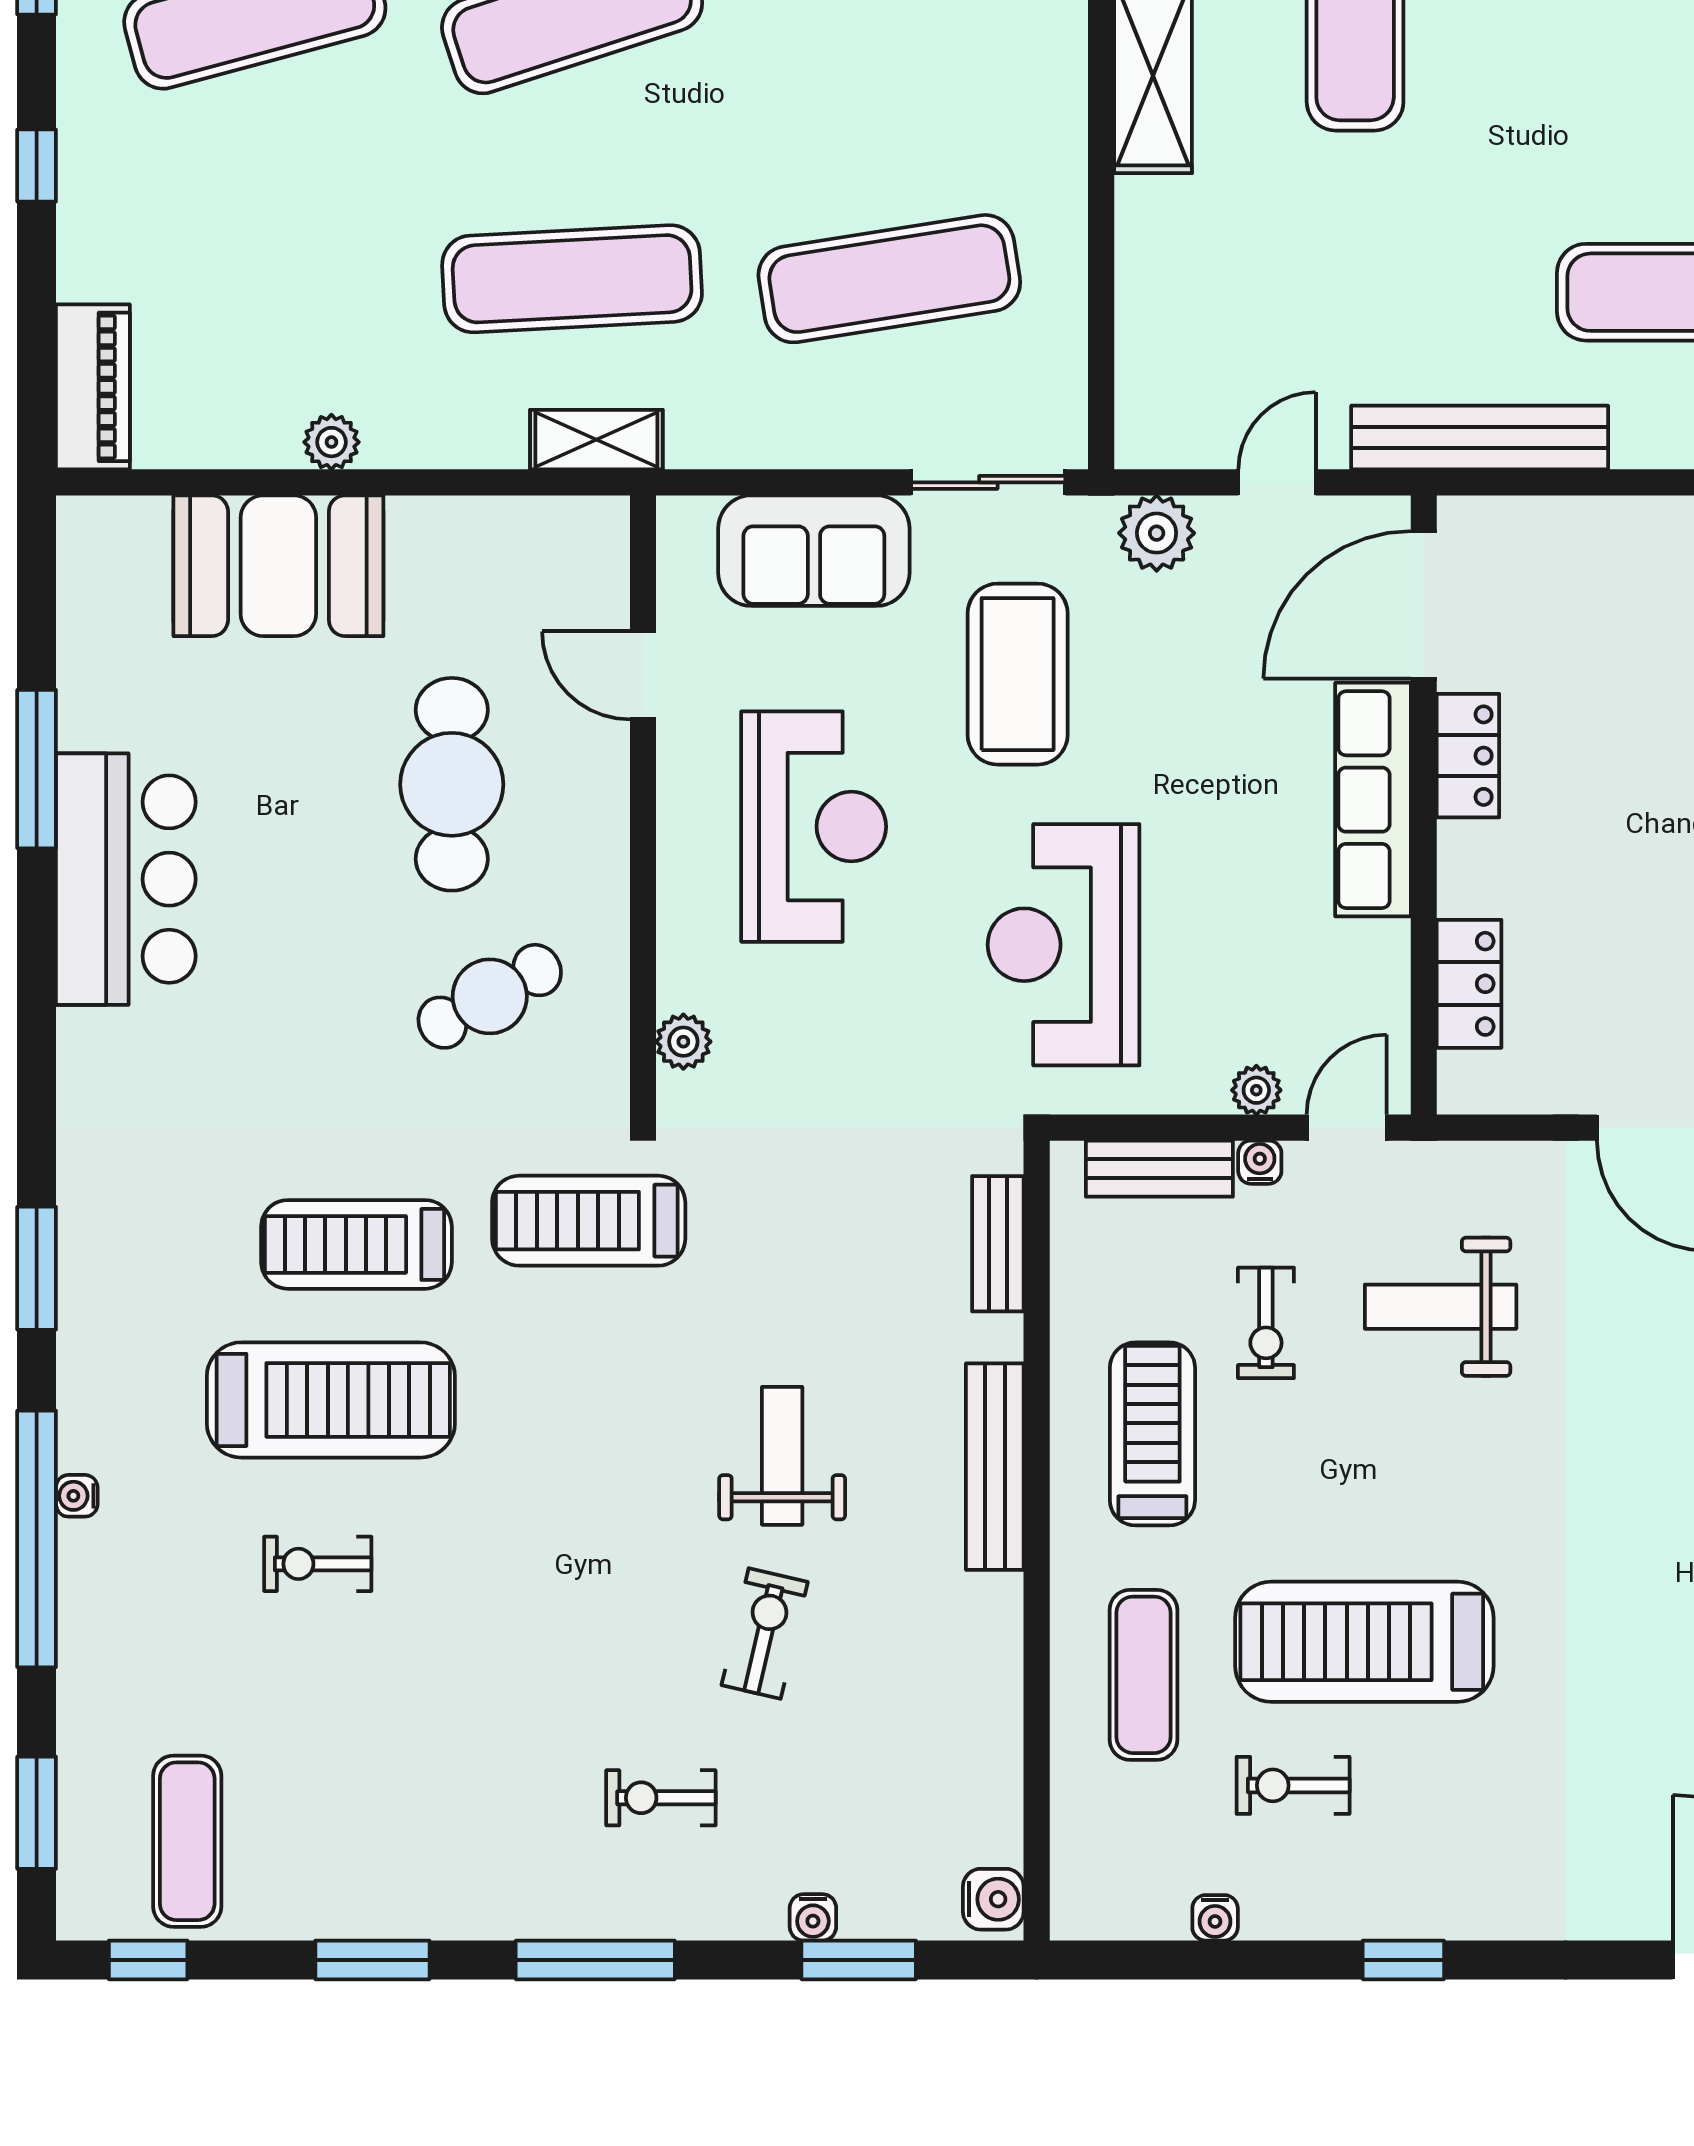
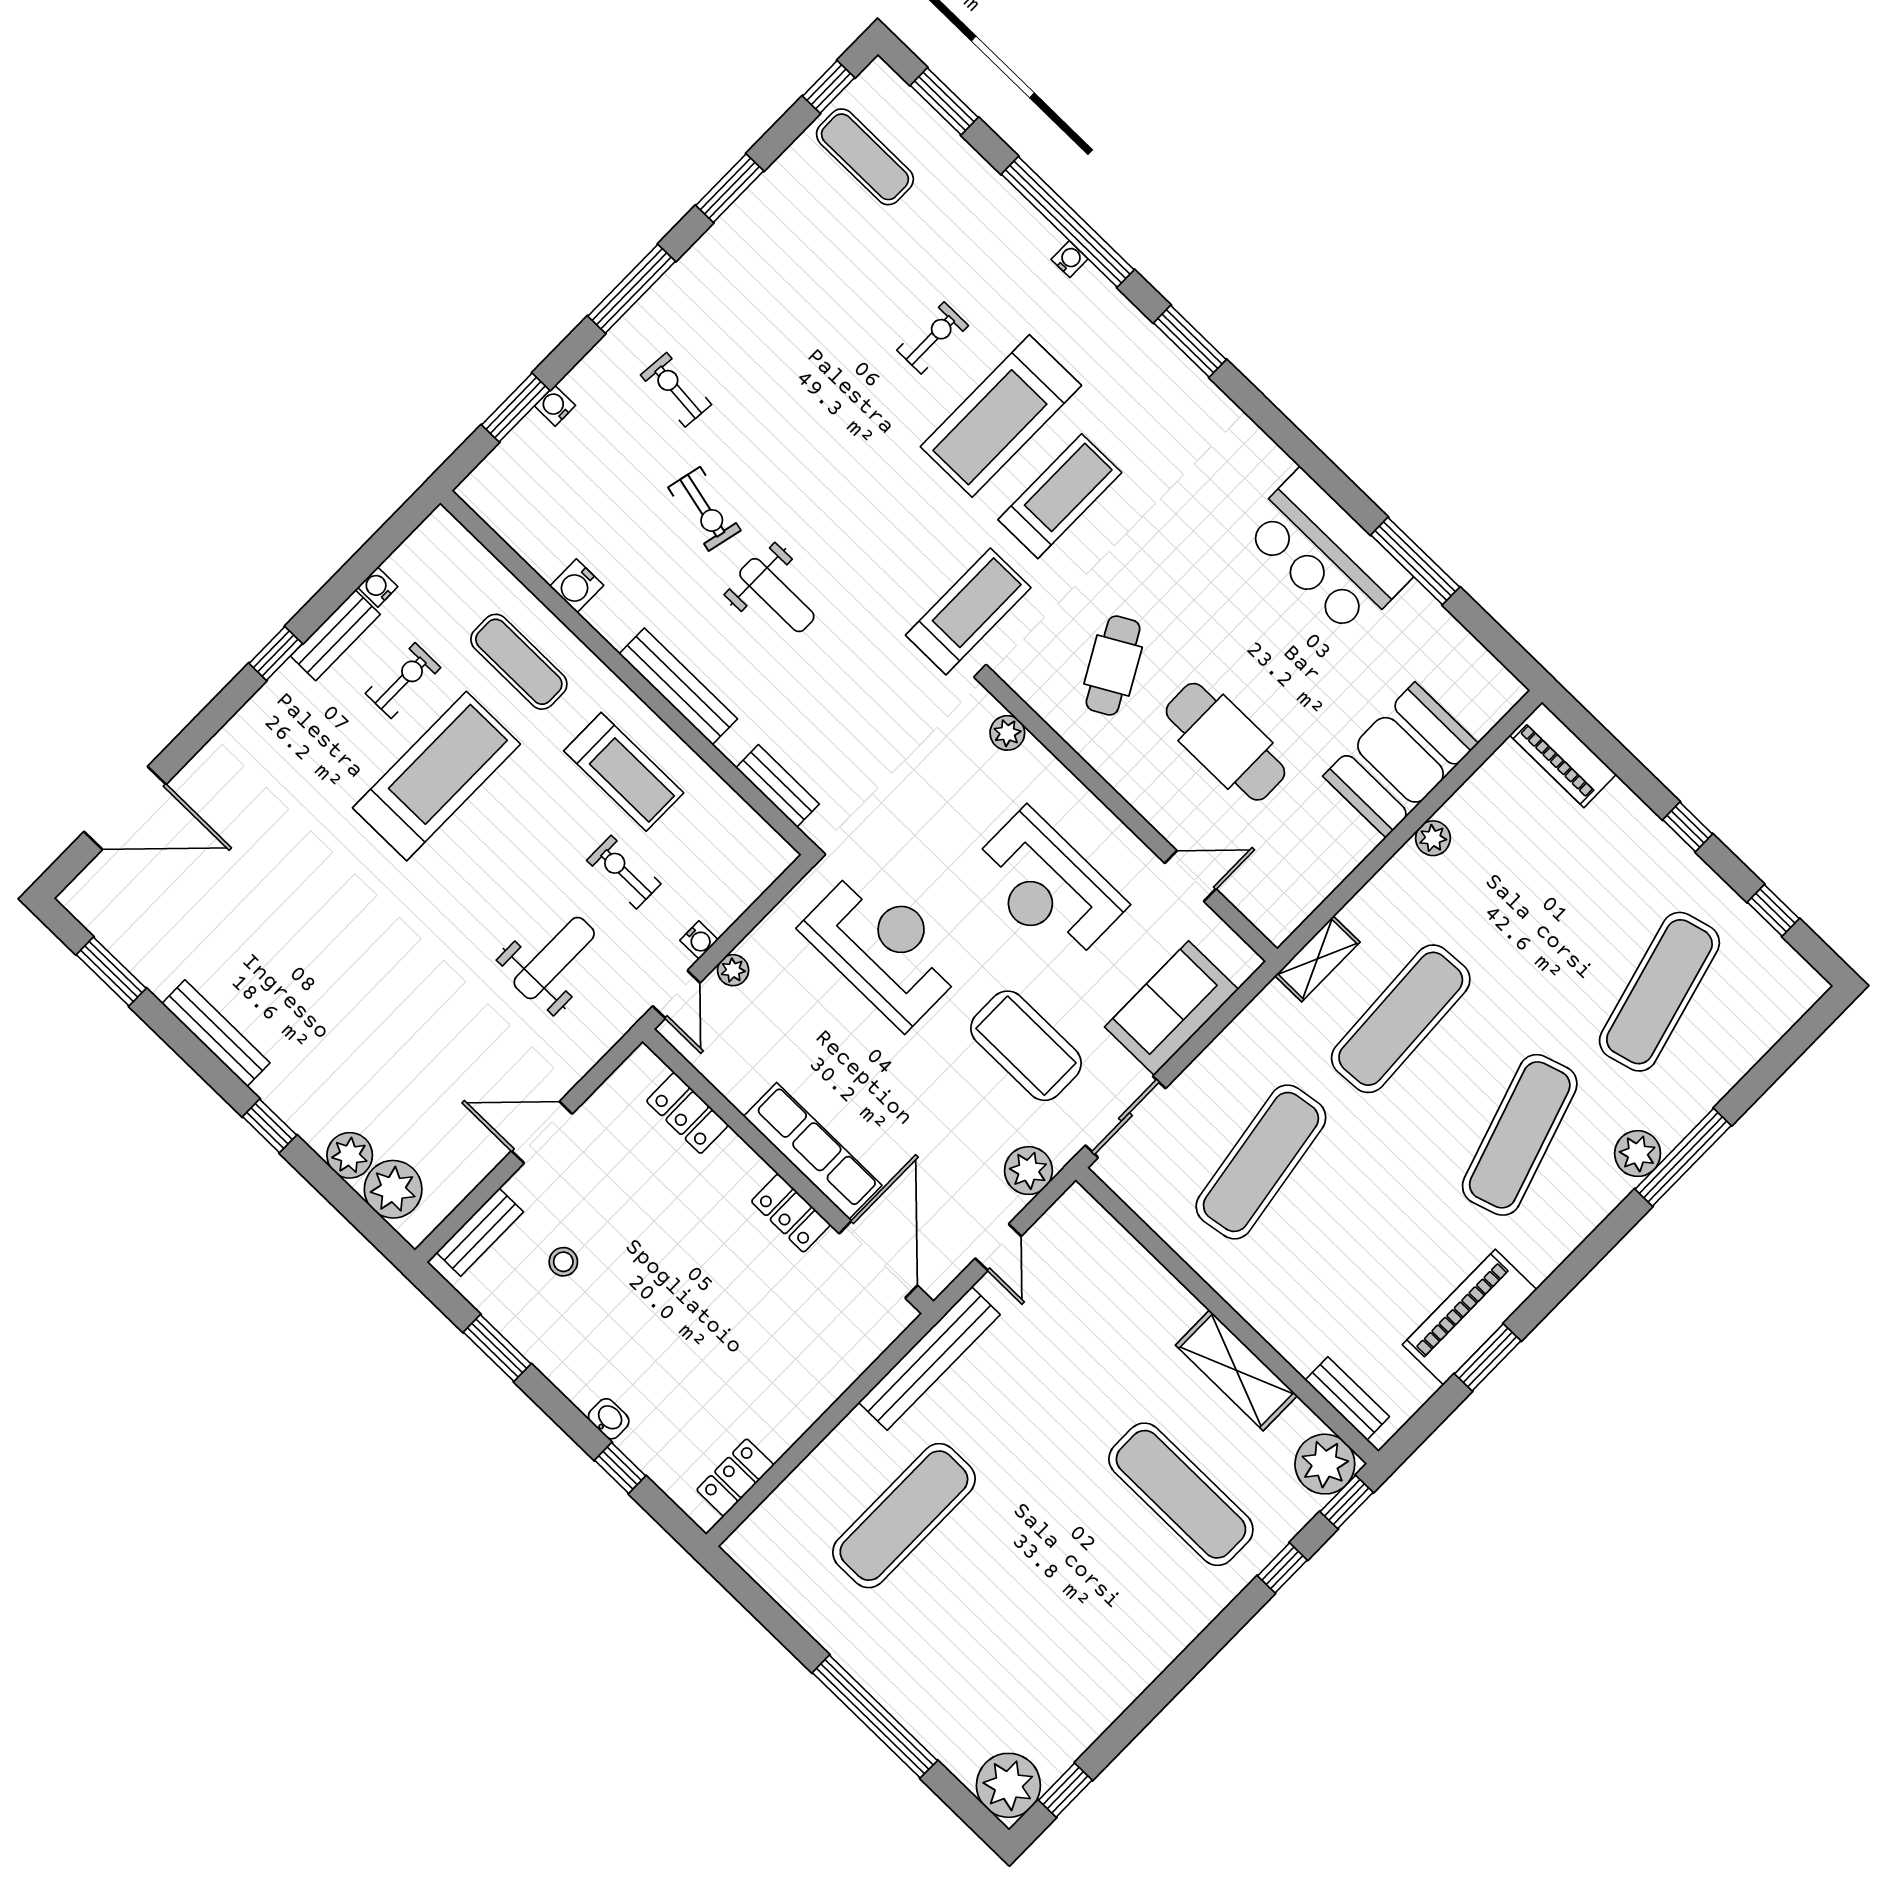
bench: (1159, 1169) -> (335, 635), moved
exercise bike: (661, 1798) -> (676, 390), turned -85
water cooler: (993, 1899) -> (577, 586), moved

